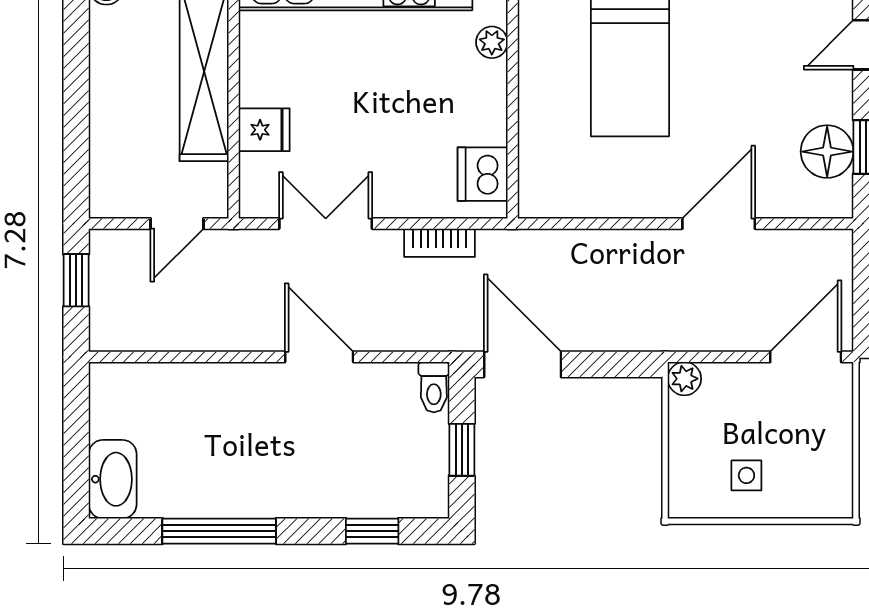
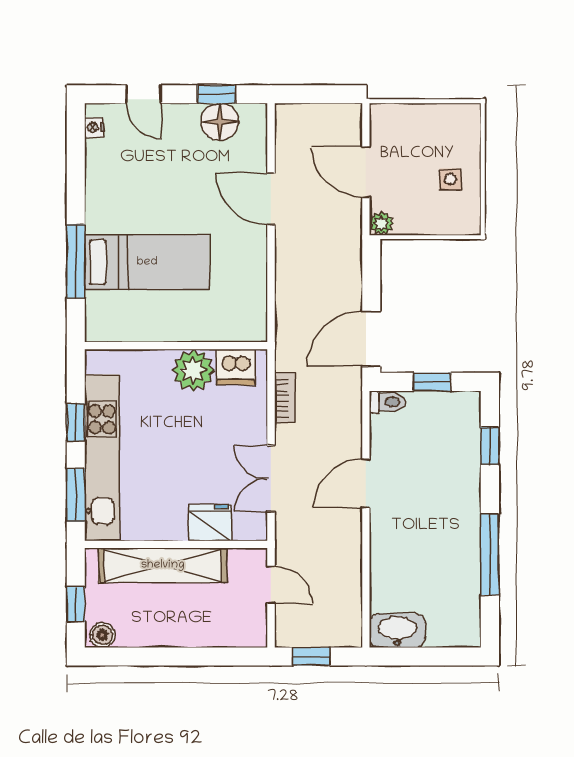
plant: (492, 42) -> (193, 370), moved, width x1.88, depth x1.88
fridge: (264, 130) -> (210, 523), width x1.38
door: (806, 357) -> (366, 172), moved
washbasin: (113, 479) -> (397, 630), moved

